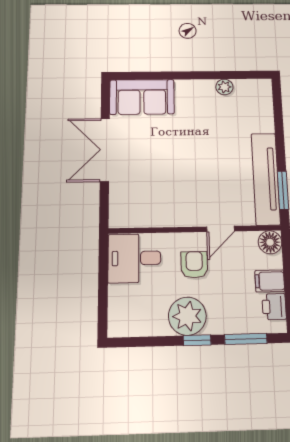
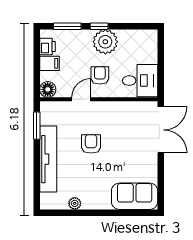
double door: (105, 150) -> (161, 130), moved
armchair: (204, 166) -> (91, 144), added
tv unit: (266, 179) -> (48, 159), moved
armchair: (194, 265) -> (100, 75), turned 180

